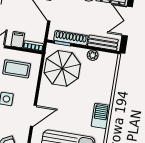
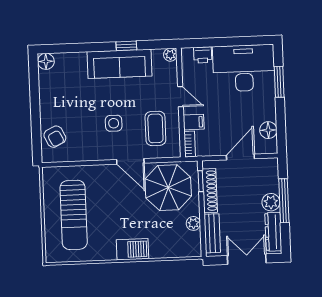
door: (33, 116) -> (130, 161), moved
barbecue: (101, 116) -> (133, 249), moved

